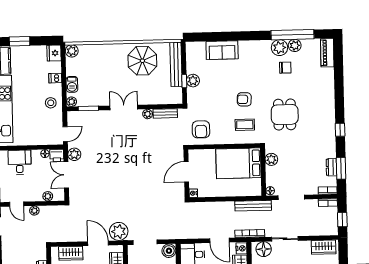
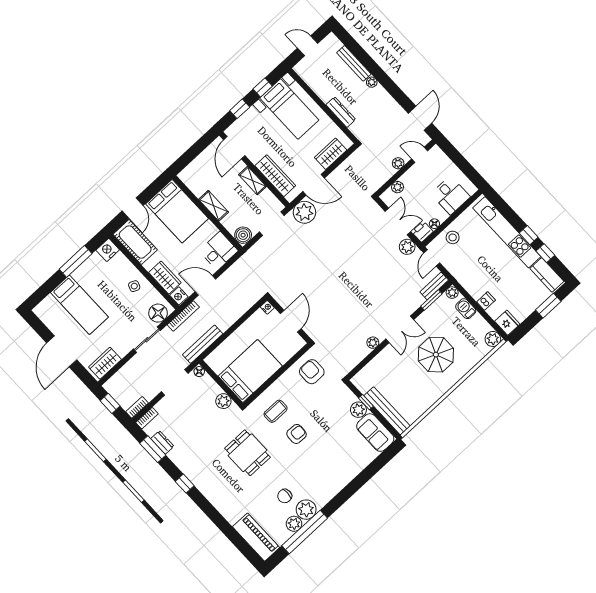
sofa: (222, 50) -> (375, 433), moved, turned -90
piano: (327, 53) -> (256, 537), width x1.37, depth x1.33
parasol: (142, 61) -> (436, 355), moved
stool: (51, 103) -> (453, 237), moved
bench: (165, 113) -> (434, 286), moved

